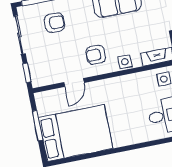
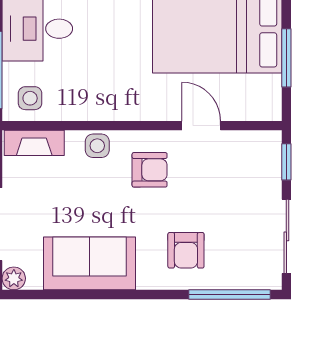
armchair: (54, 23) -> (186, 250), moved, turned -90
door: (74, 82) -> (201, 126), hinge flipped

